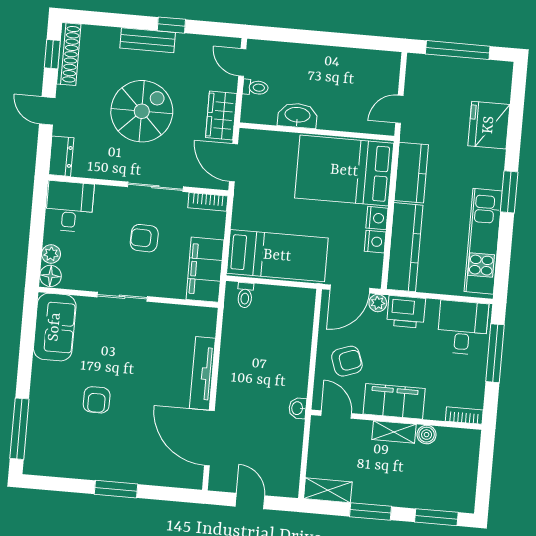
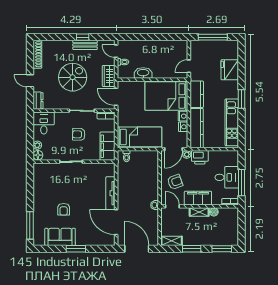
bench: (148, 40) -> (85, 45), moved
window: (52, 54) -> (30, 55), removed
sofa: (55, 327) -> (60, 237), moved, turned -90
desk: (463, 328) -> (227, 177), moved, turned 90
window: (495, 353) -> (242, 183), moved
door: (250, 501) -> (137, 249), width x1.88

